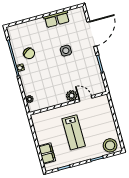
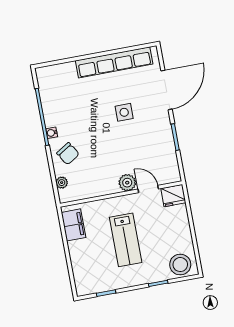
row of seats: (57, 19) -> (114, 62), width x2.02
chair: (29, 53) -> (68, 154), moved
fridge: (102, 101) -> (173, 196), added
filing cabinet: (47, 153) -> (74, 225), moved

